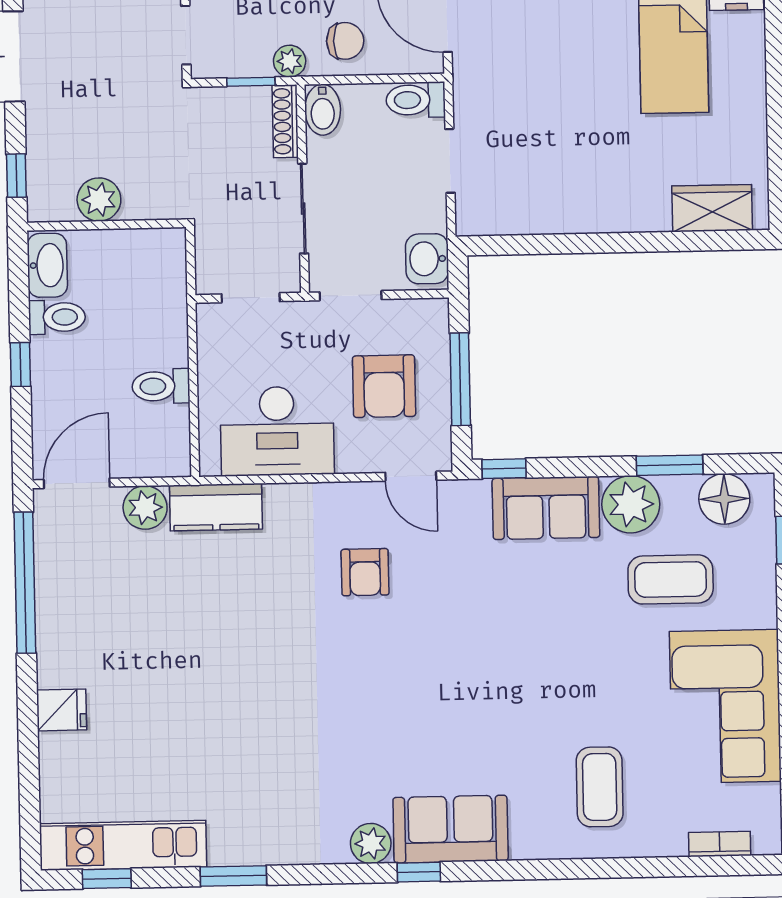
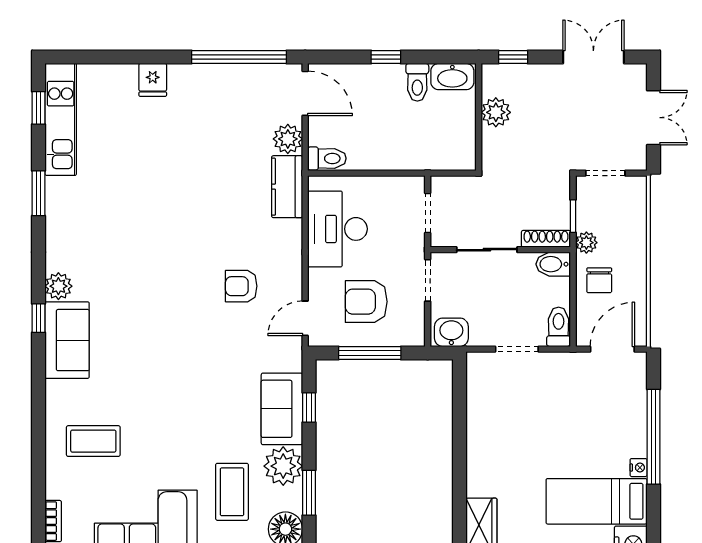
toilet: (161, 386) -> (327, 158), moved, turned 90
window: (504, 469) -> (309, 408), moved

